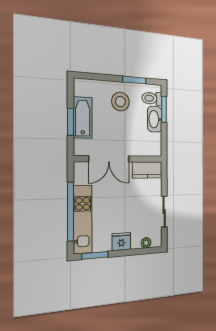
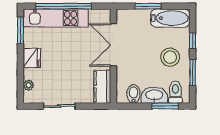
window: (105, 77) -> (193, 41), added
bathtub: (83, 118) -> (170, 18), moved
bidet: (154, 139) -> (134, 94), added

